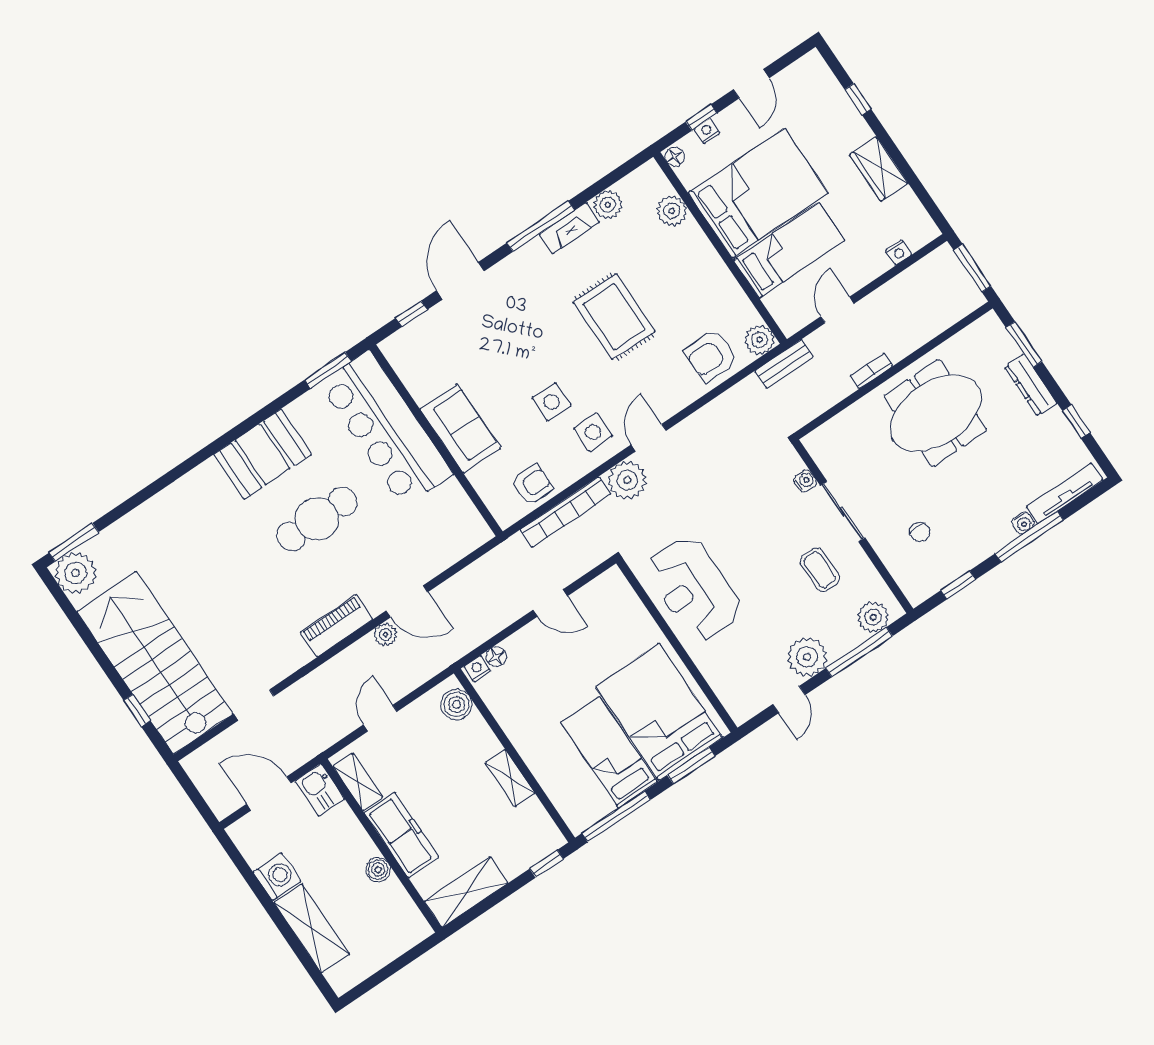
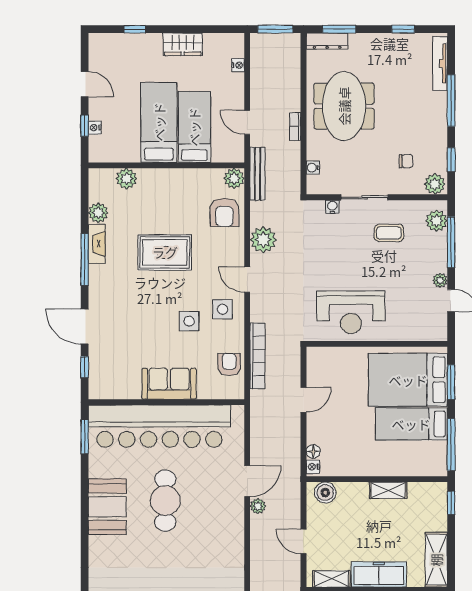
floor lamp: (675, 157) -> (97, 156), removed
bed: (758, 193) -> (159, 122), width x0.67
bench: (784, 364) -> (257, 174), width x1.36
dresser: (1031, 385) -> (327, 41), moved
bar counter: (386, 429) -> (159, 426), width x1.36
plant: (627, 480) -> (263, 240), moved
water cooler: (1023, 523) -> (313, 168), moved, turned 180
plant: (916, 585) -> (435, 184), added
piano: (337, 626) -> (234, 531), removed
plant: (807, 657) -> (440, 280), width x0.53, depth x0.53

